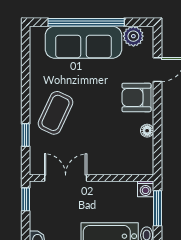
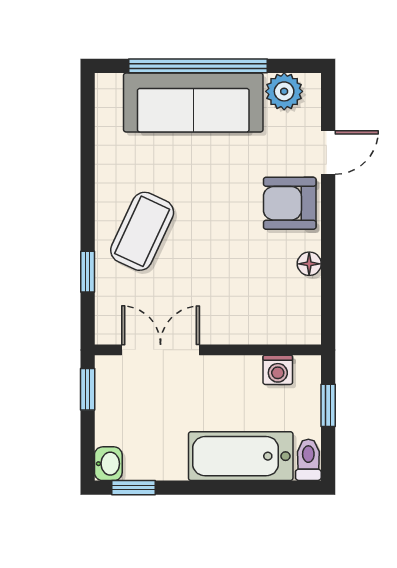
washing machine: (146, 189) -> (278, 370), moved
window: (157, 208) -> (328, 405), width x0.67

